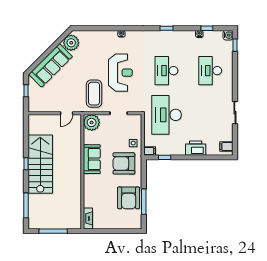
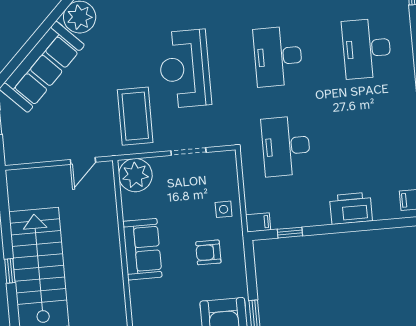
reception desk: (120, 73) -> (185, 69), turned 180
desk: (166, 115) -> (286, 146), width x0.73, depth x0.77
armchair: (124, 163) -> (208, 252), width x0.53, depth x0.53

